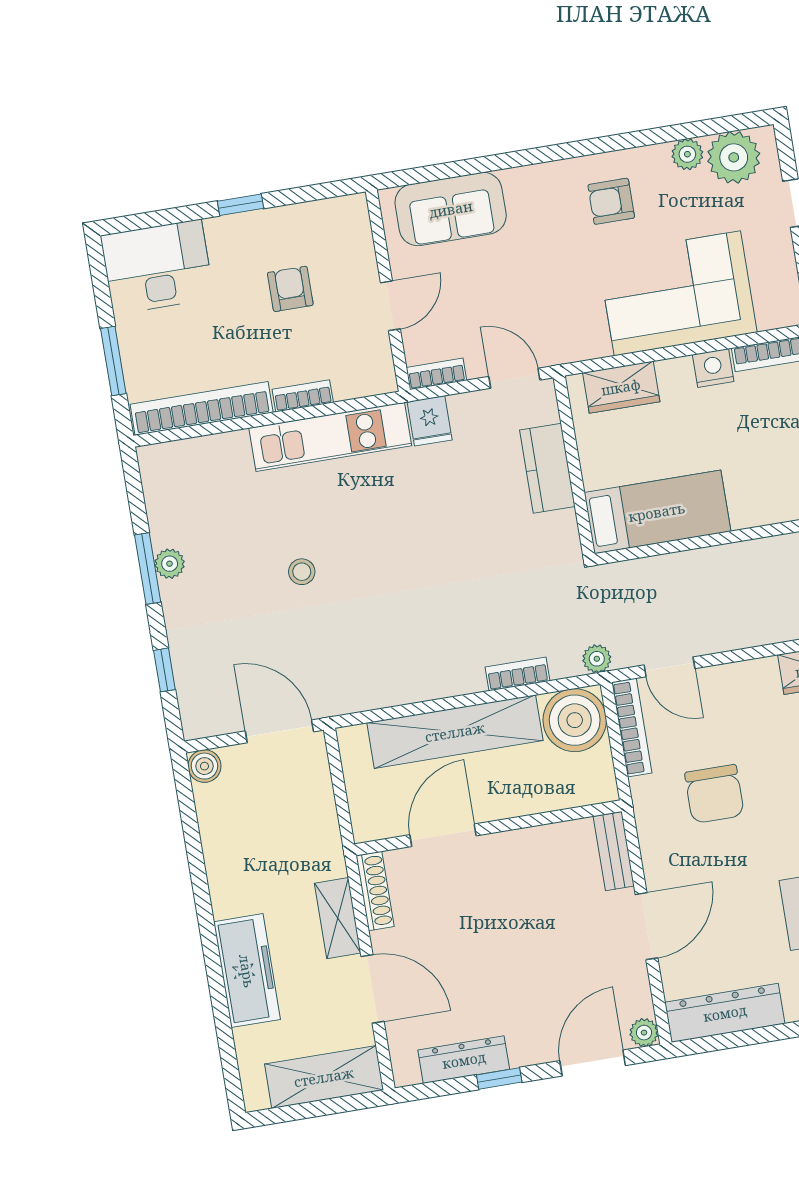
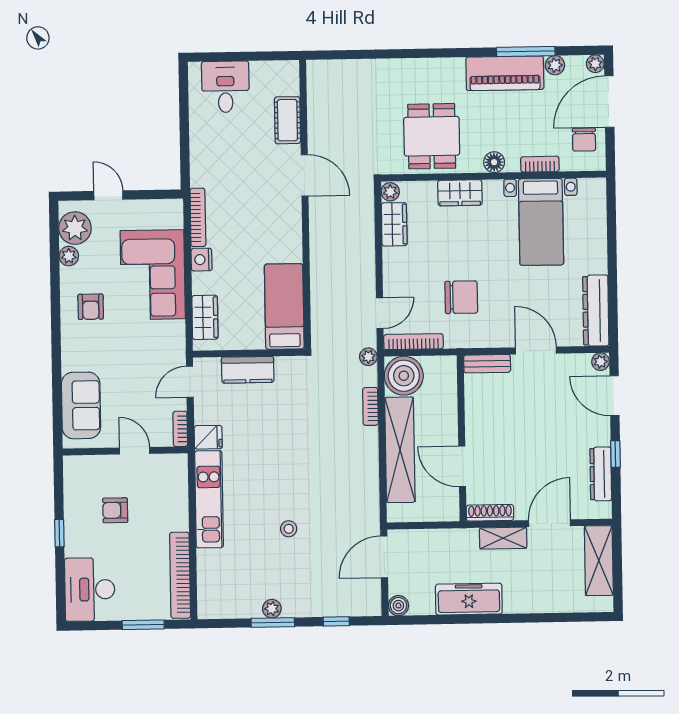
bookcase: (303, 396) -> (182, 512), removed
freezer: (247, 971) -> (469, 599), moved

